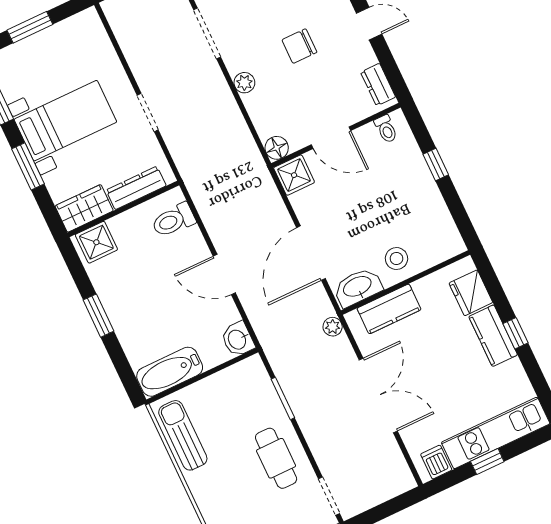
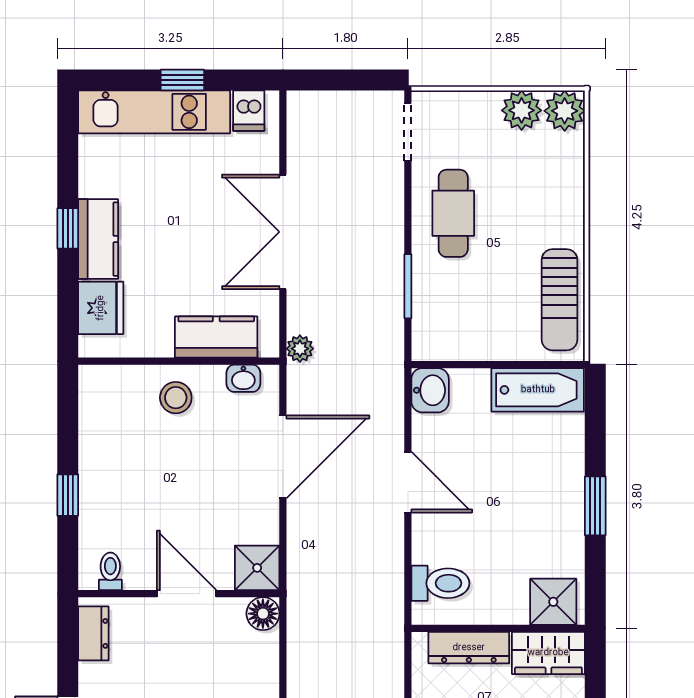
washbasin: (358, 287) -> (243, 378), width x0.52, depth x0.69

